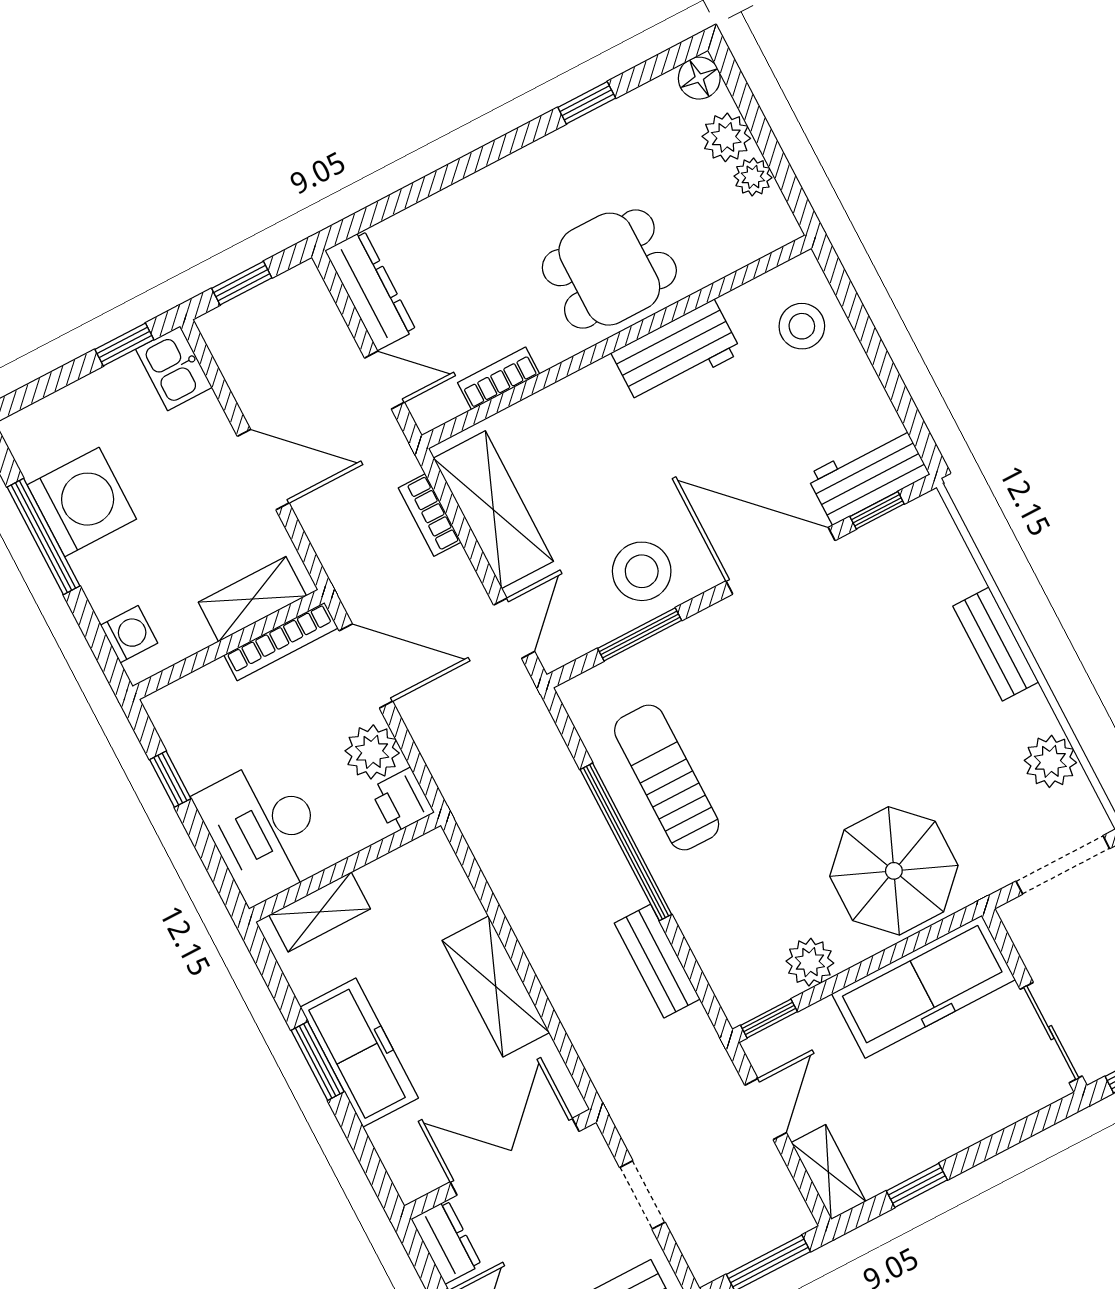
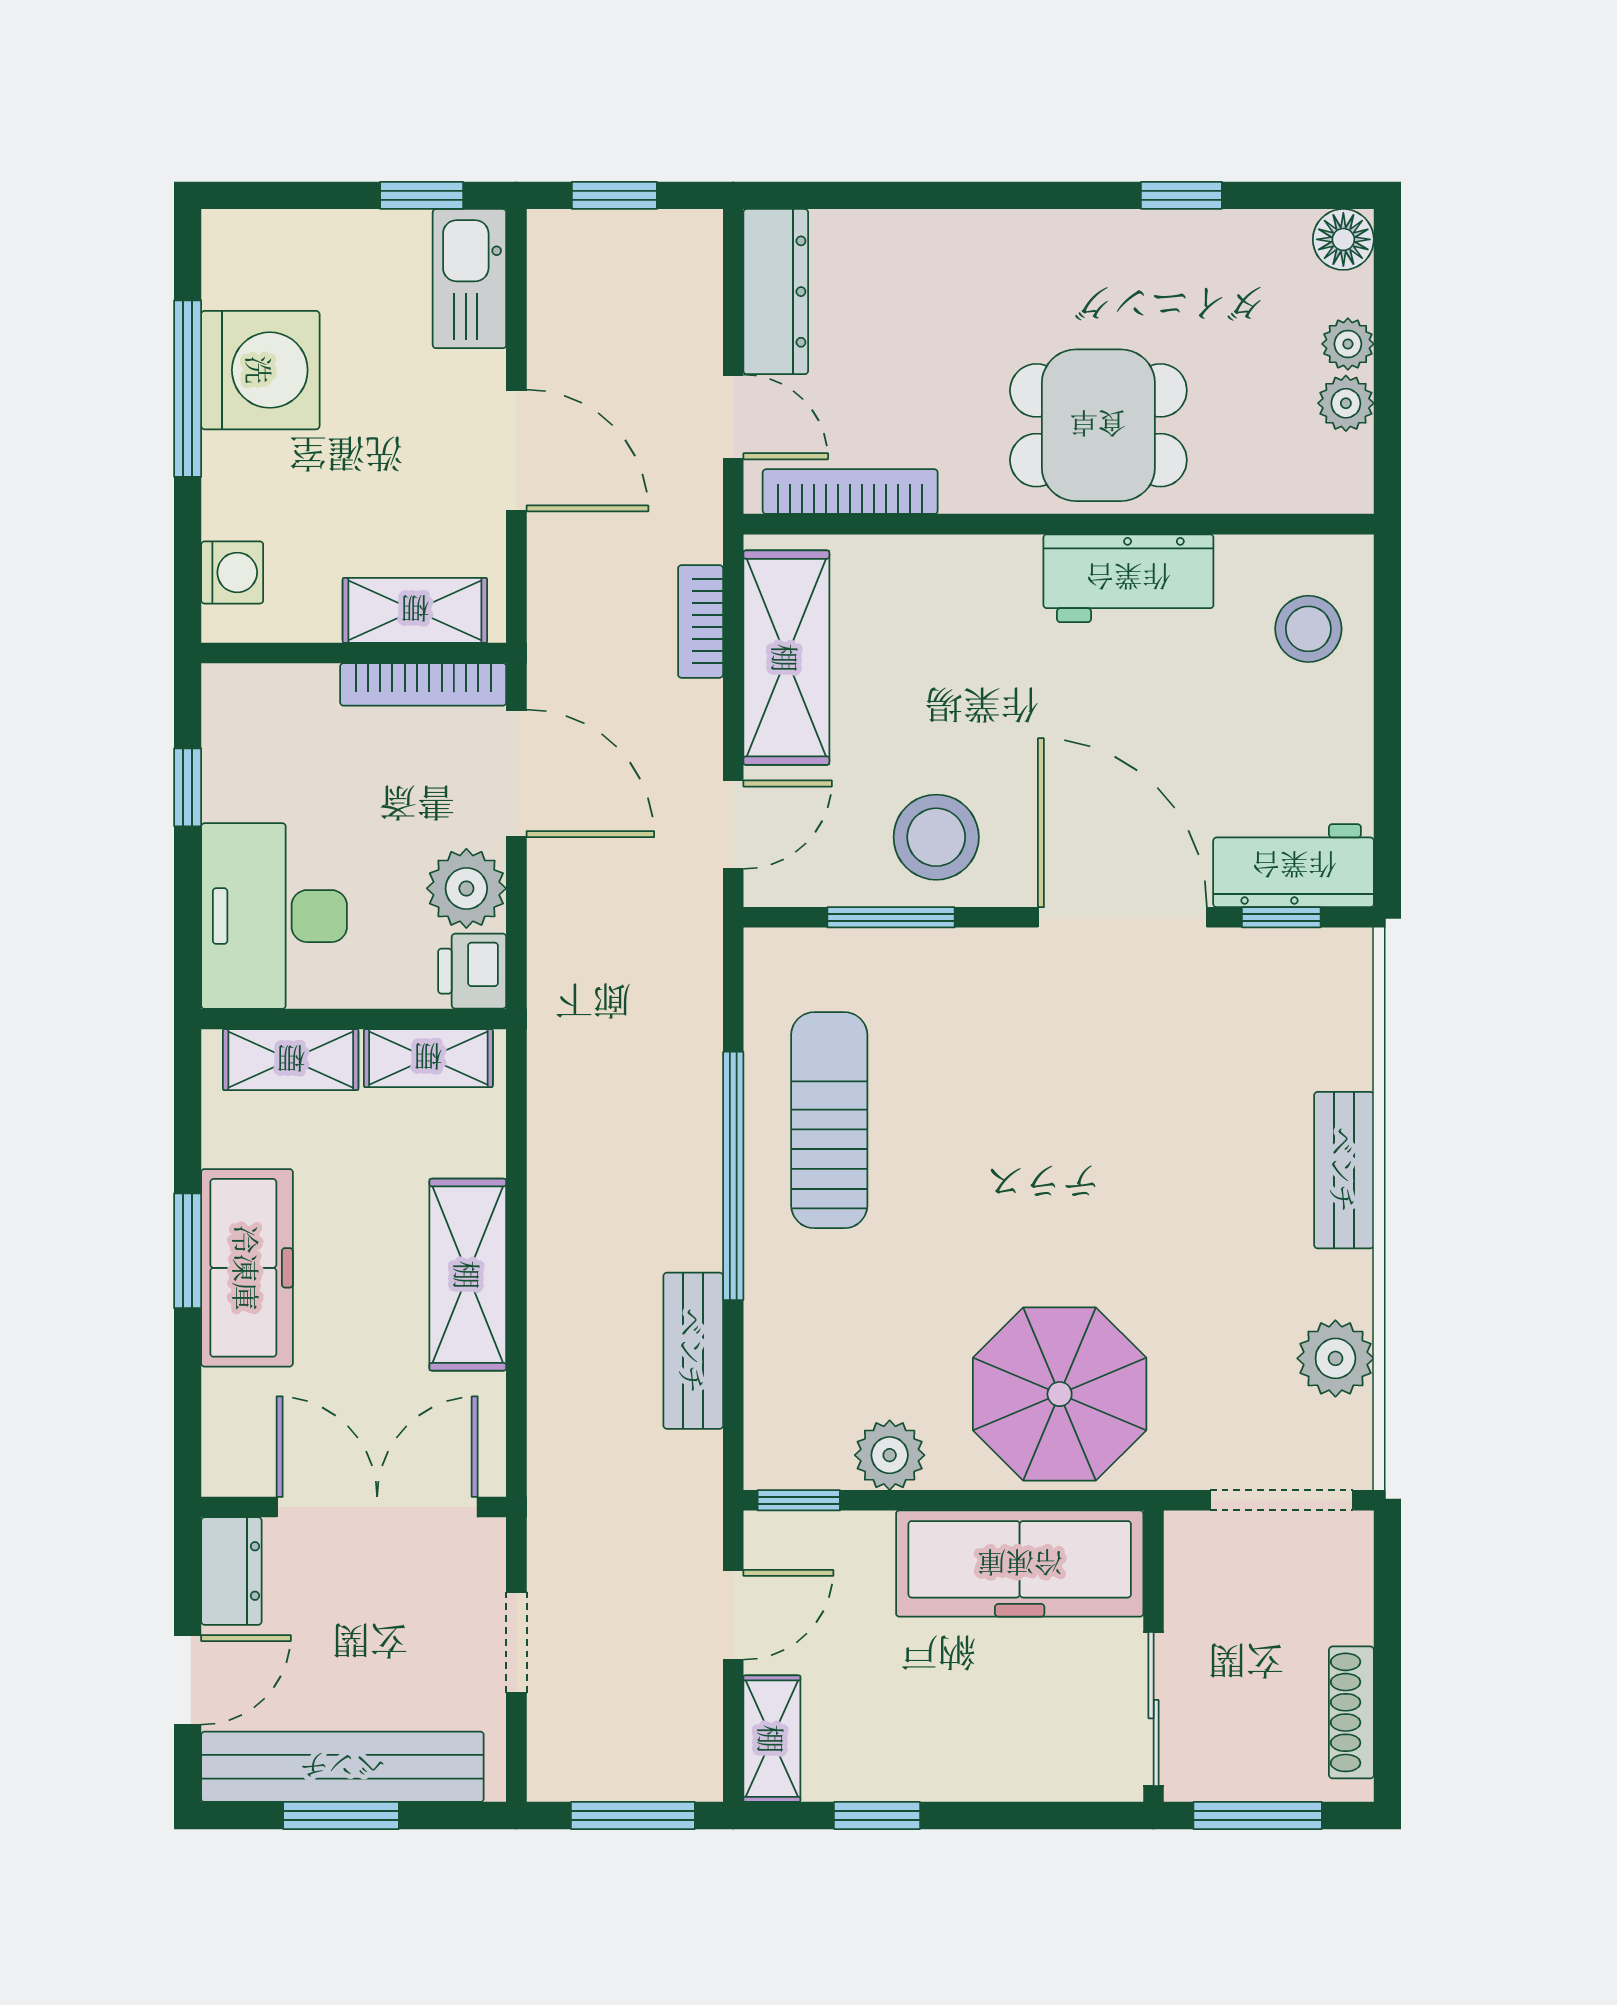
plant: (726, 137) -> (1348, 344), width x0.73, depth x0.73
kitchen sink: (174, 368) -> (469, 279), width x1.38
bookcase: (499, 378) -> (850, 492), width x1.56
shelving: (403, 867) -> (428, 1058), added

